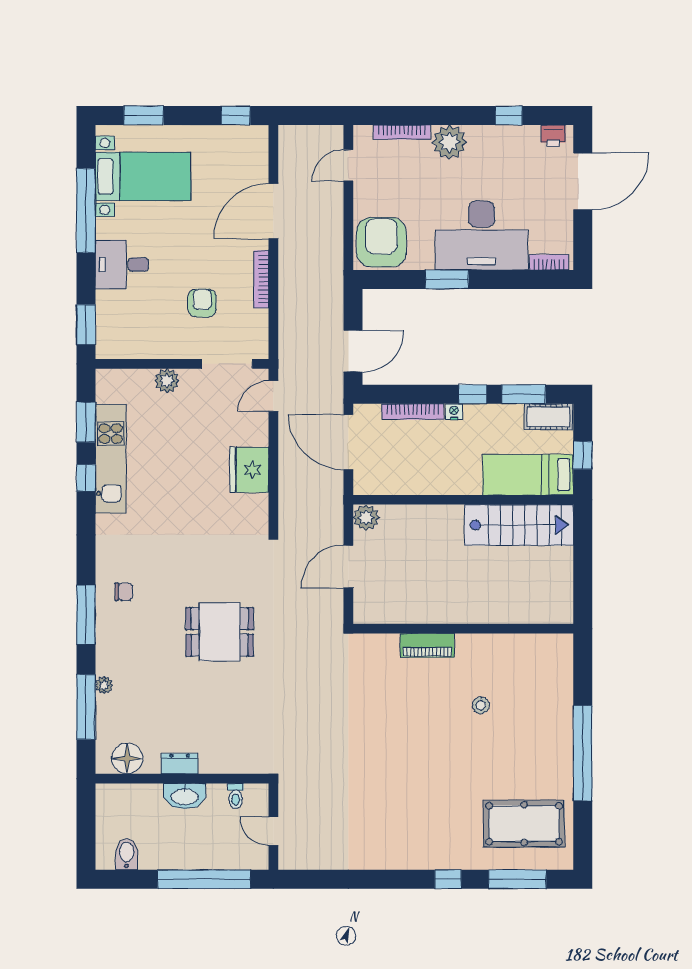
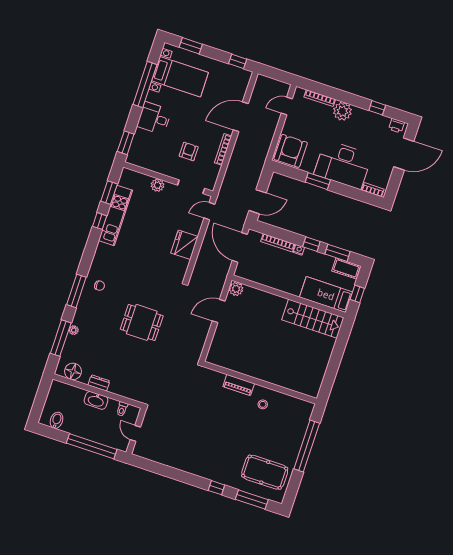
wall: (463, 629) -> (260, 383), moved
piano: (427, 645) -> (239, 385), moved

